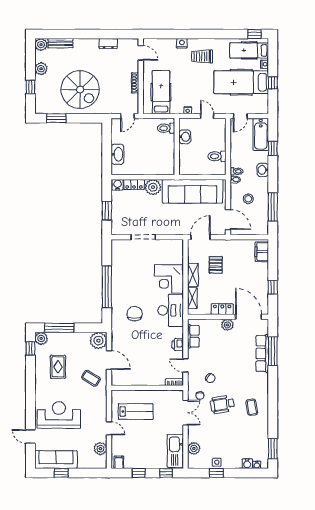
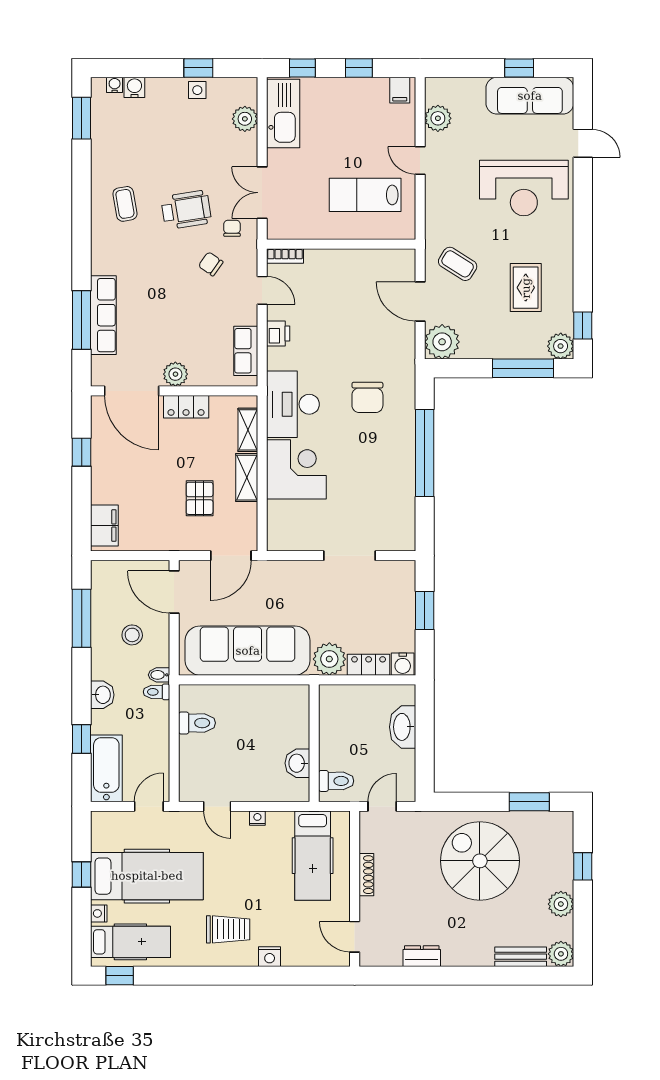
toilet: (166, 128) -> (336, 781), moved
washbasin: (185, 137) -> (297, 763), moved
wall: (177, 147) -> (314, 743), moved

